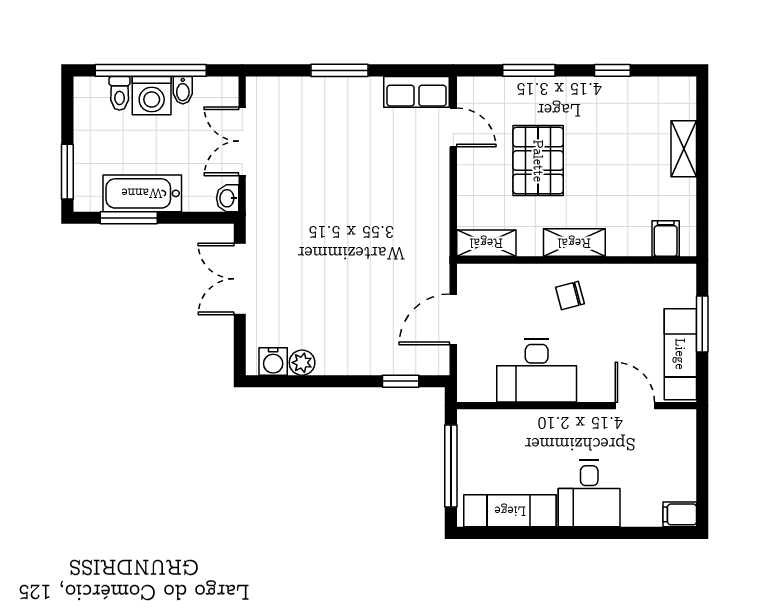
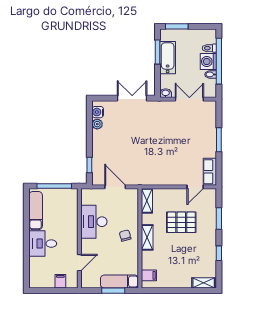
shelving: (684, 149) -> (204, 283), moved
exam couch: (680, 354) -> (119, 282), moved
filing cabinet: (680, 514) -> (60, 281), moved

